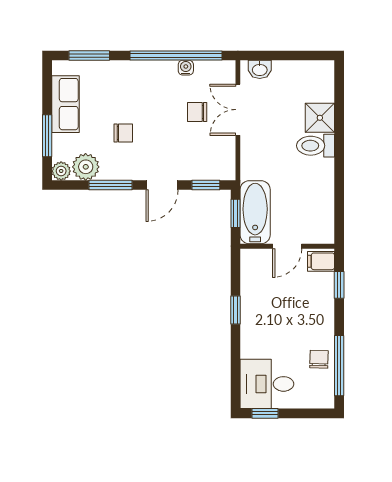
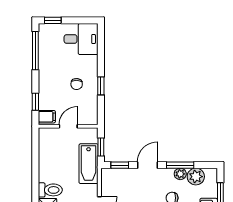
plant: (61, 171) -> (180, 174), moved
bathtub: (255, 212) -> (89, 164), moved
chair: (319, 359) -> (77, 84), moved
window: (265, 413) -> (53, 20), moved

